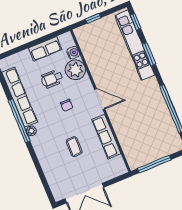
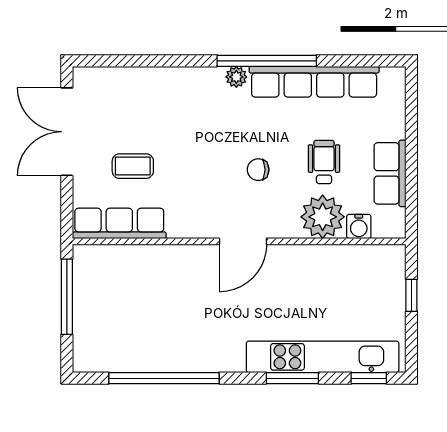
row of seats: (106, 137) -> (119, 223), moved
coffee table: (74, 147) -> (133, 166), moved

